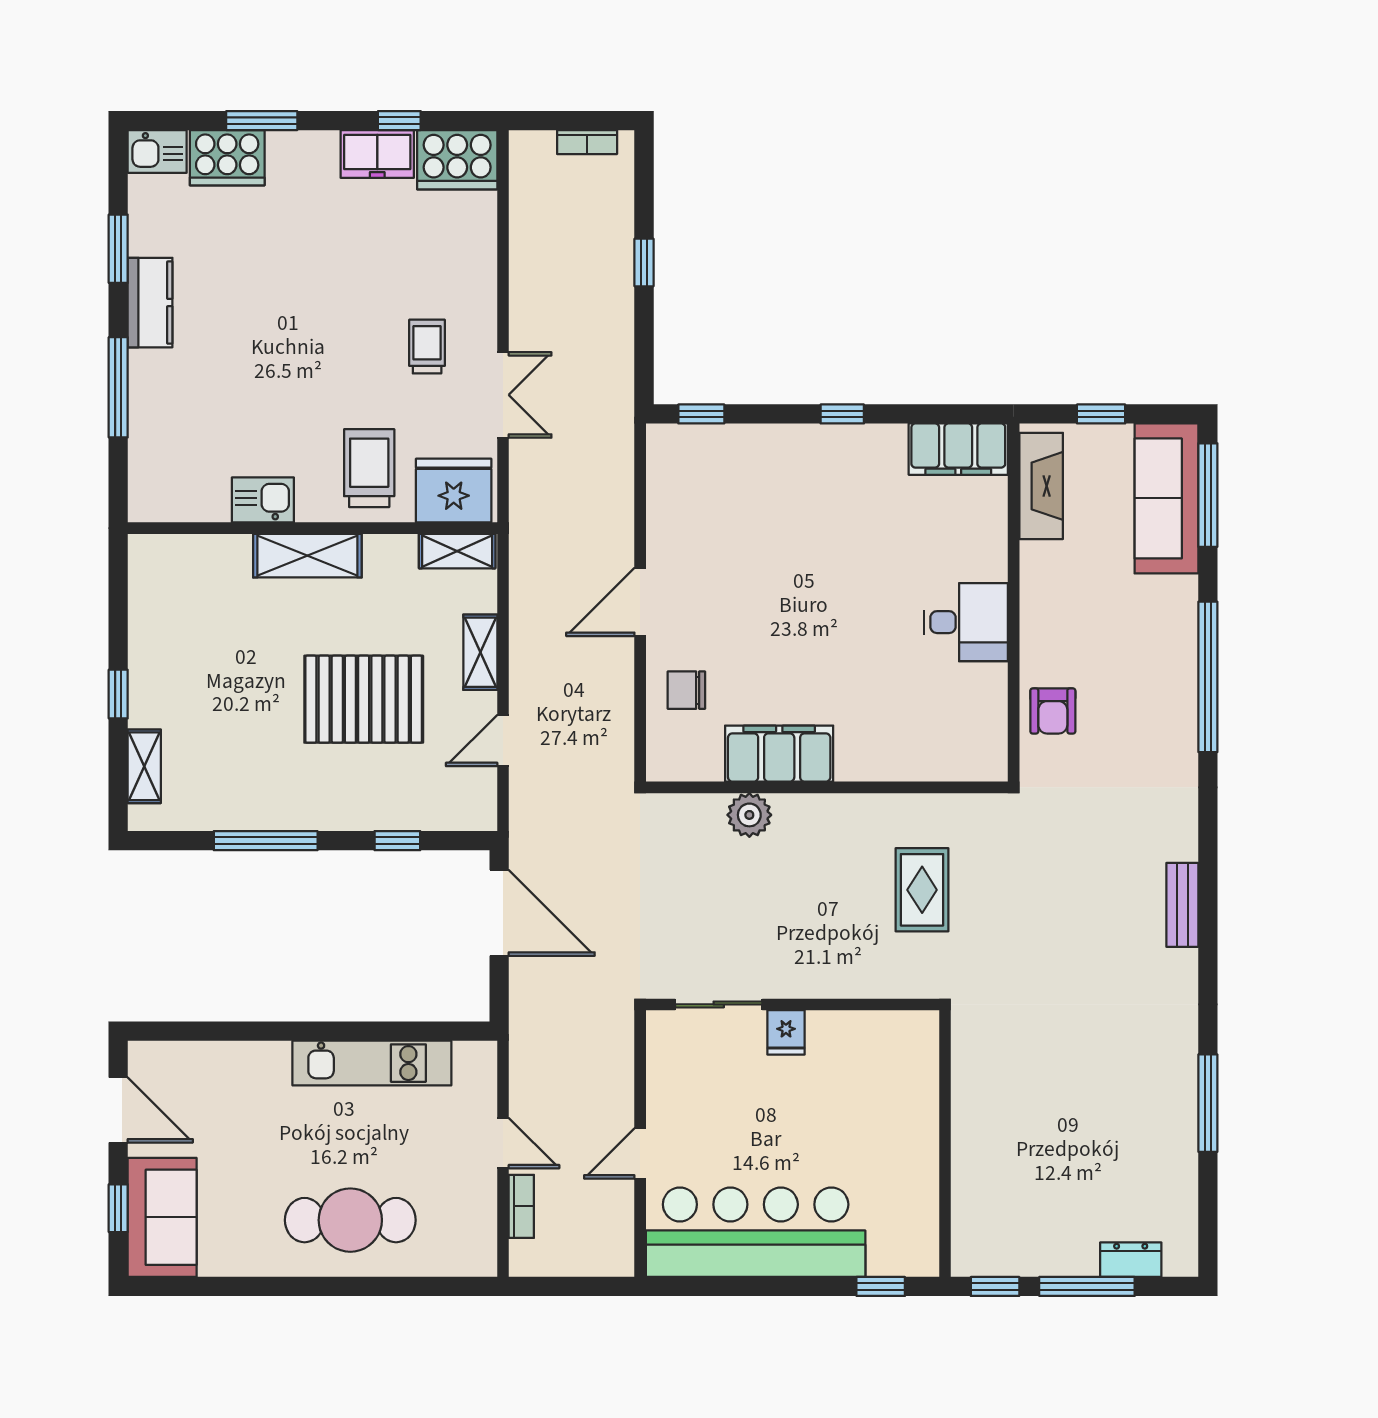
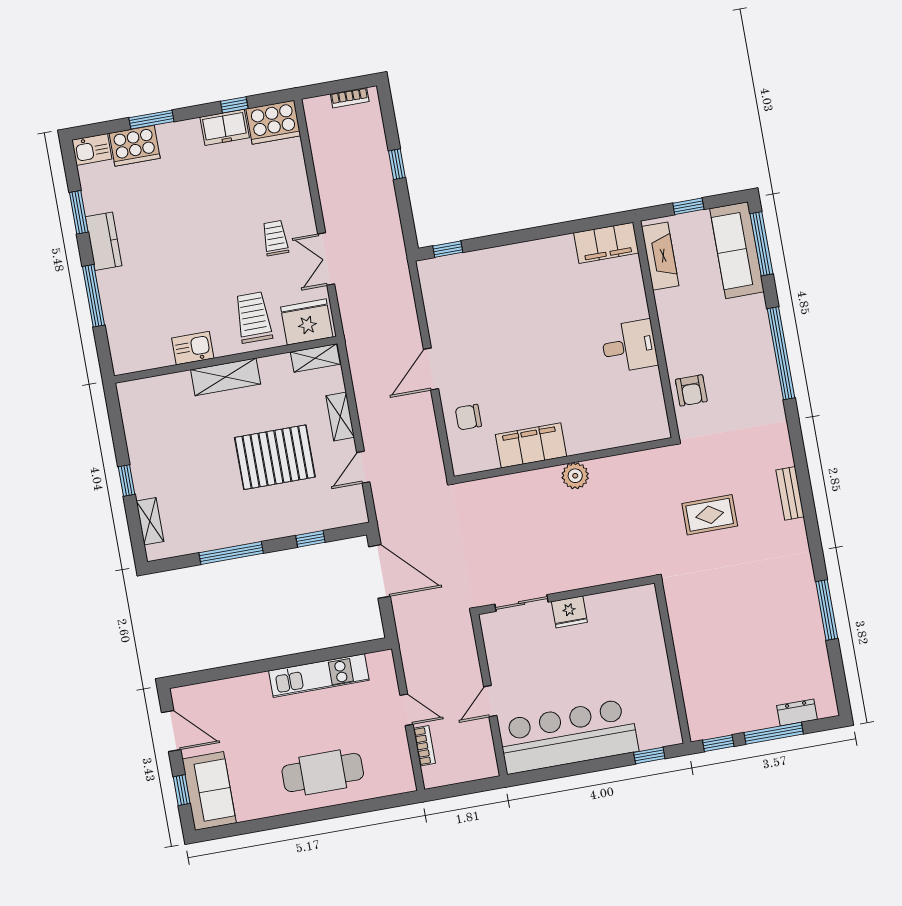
double door: (503, 395) -> (326, 259), swing flipped
window: (842, 414) -> (533, 234), removed
plant: (749, 815) -> (575, 476), moved
rug: (922, 890) -> (710, 515), moved, turned 90
fridge: (786, 1032) -> (569, 612), width x1.38

